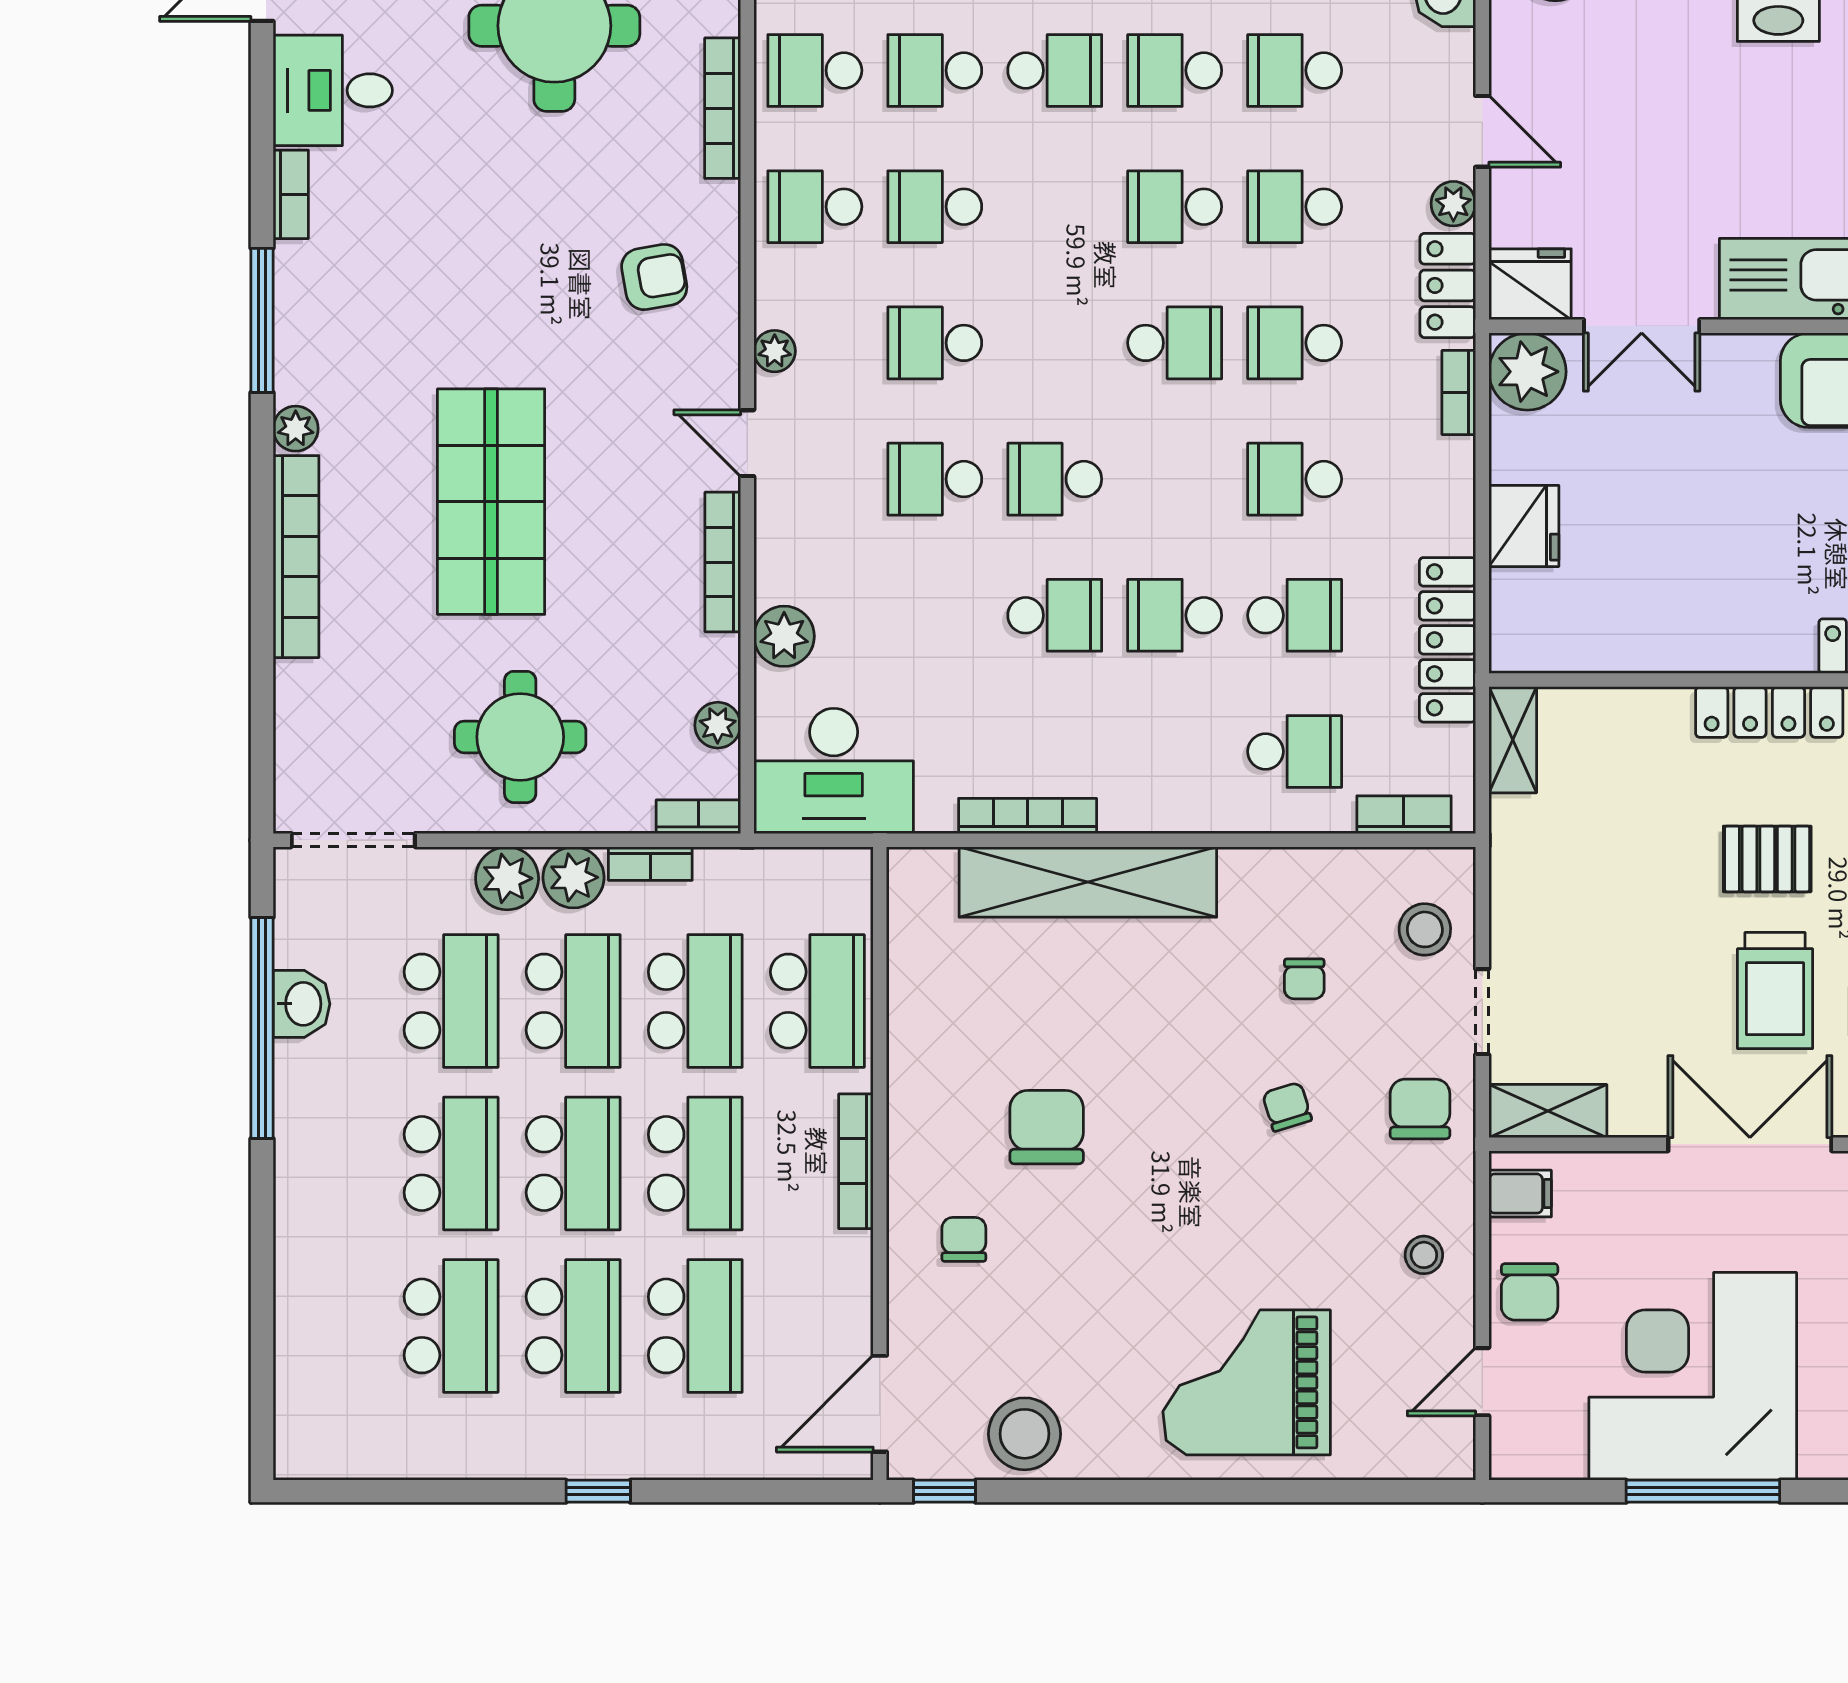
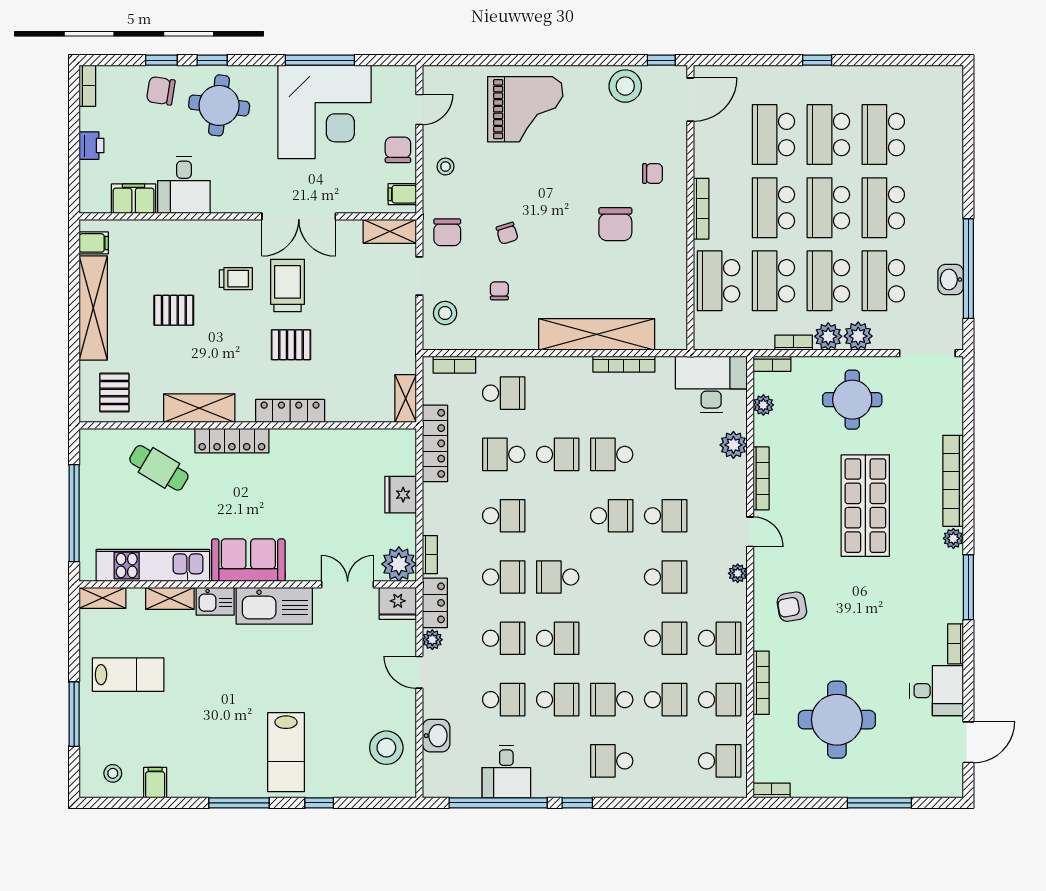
school desk: (1295, 751) -> (504, 393), turned 180
chair: (964, 1239) -> (653, 174), turned -90

